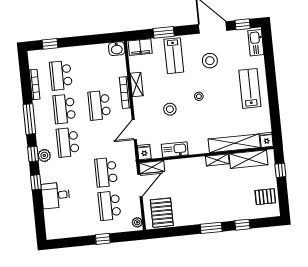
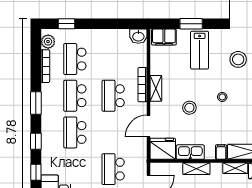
shelving: (137, 85) -> (156, 88), moved
window: (29, 119) -> (36, 103), width x0.69
filing cabinet: (203, 147) -> (221, 152), added
fridge: (144, 152) -> (163, 149), width x1.88, depth x1.34
plant: (44, 155) -> (48, 42), moved
shelving: (152, 167) -> (196, 169), moved

